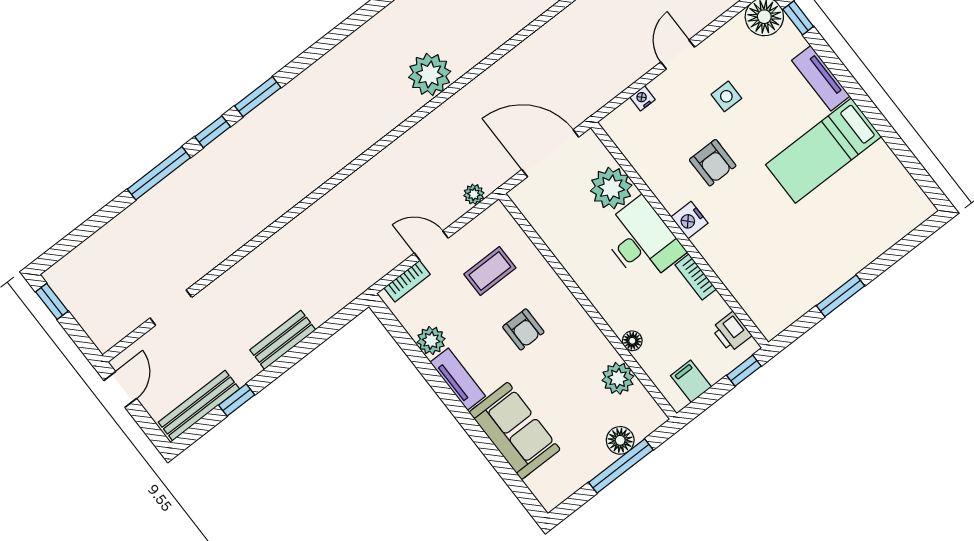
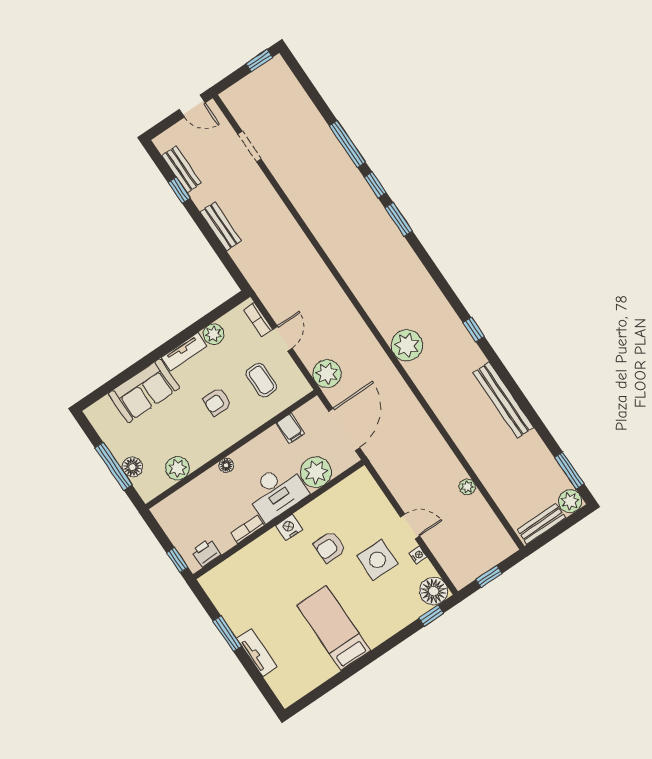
tv unit: (821, 78) -> (257, 653), moved, turned 90
side table: (726, 96) -> (377, 560), width x1.87, depth x1.87
nightstand: (642, 98) -> (418, 555), moved
plant: (474, 194) -> (327, 374), width x1.88, depth x1.88
floor lamp: (632, 341) -> (226, 465), moved
filing cabinet: (691, 381) -> (290, 428), moved, turned 90
bench: (199, 406) -> (181, 169), width x0.73

